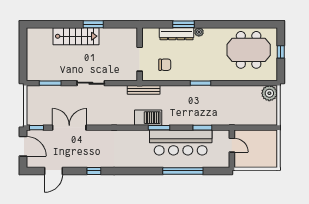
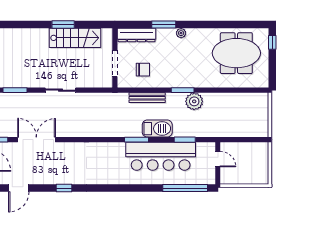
dresser: (177, 34) -> (137, 35), moved
stairs: (76, 36) -> (75, 38), moved
window: (281, 52) -> (272, 42), moved
bench: (144, 90) -> (147, 98), moved
plant: (269, 93) -> (194, 101), moved
barbecue: (148, 118) -> (157, 129), moved
window: (183, 171) -> (185, 188), moved

